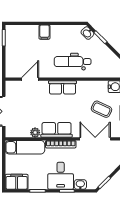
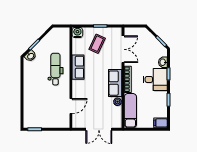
filing cabinet: (44, 32) -> (30, 94), removed
dental chair: (73, 62) -> (55, 69), turned 180
door: (30, 79) -> (71, 106), swing flipped
row of seats: (62, 87) -> (78, 67), moved
double door: (95, 139) -> (123, 49), swing flipped
filing cabinet: (17, 182) -> (161, 123), width x0.50

